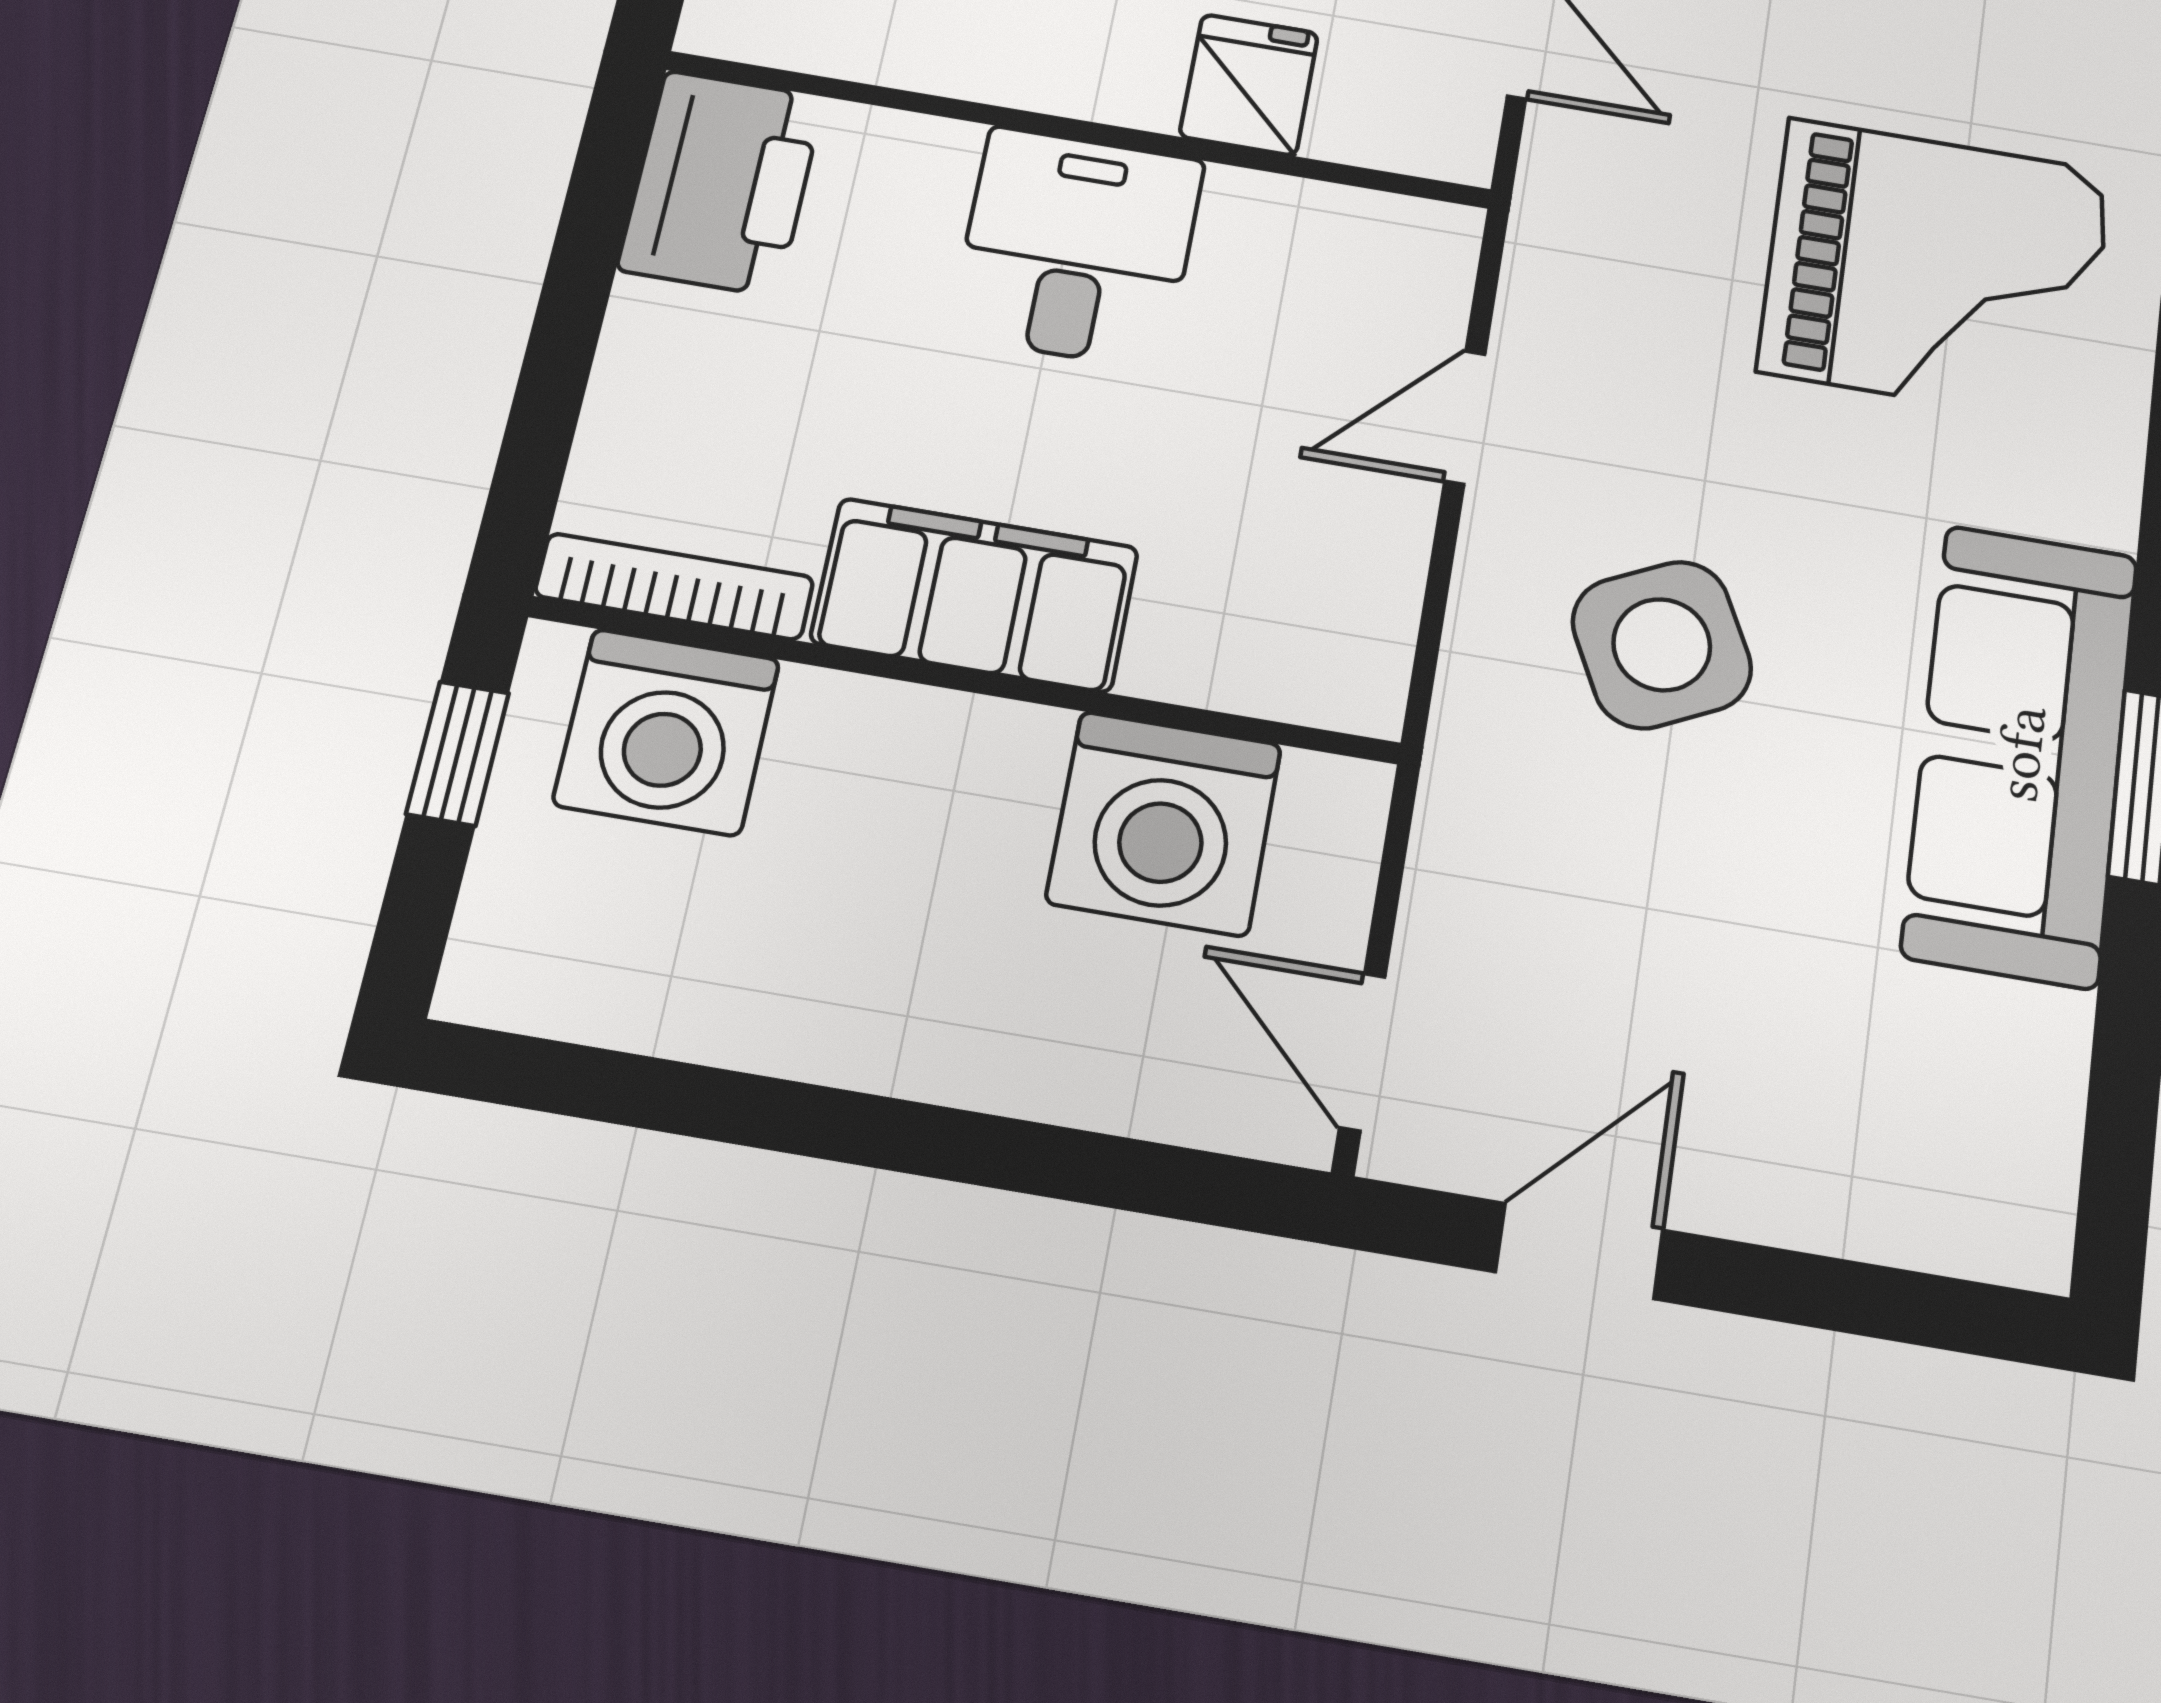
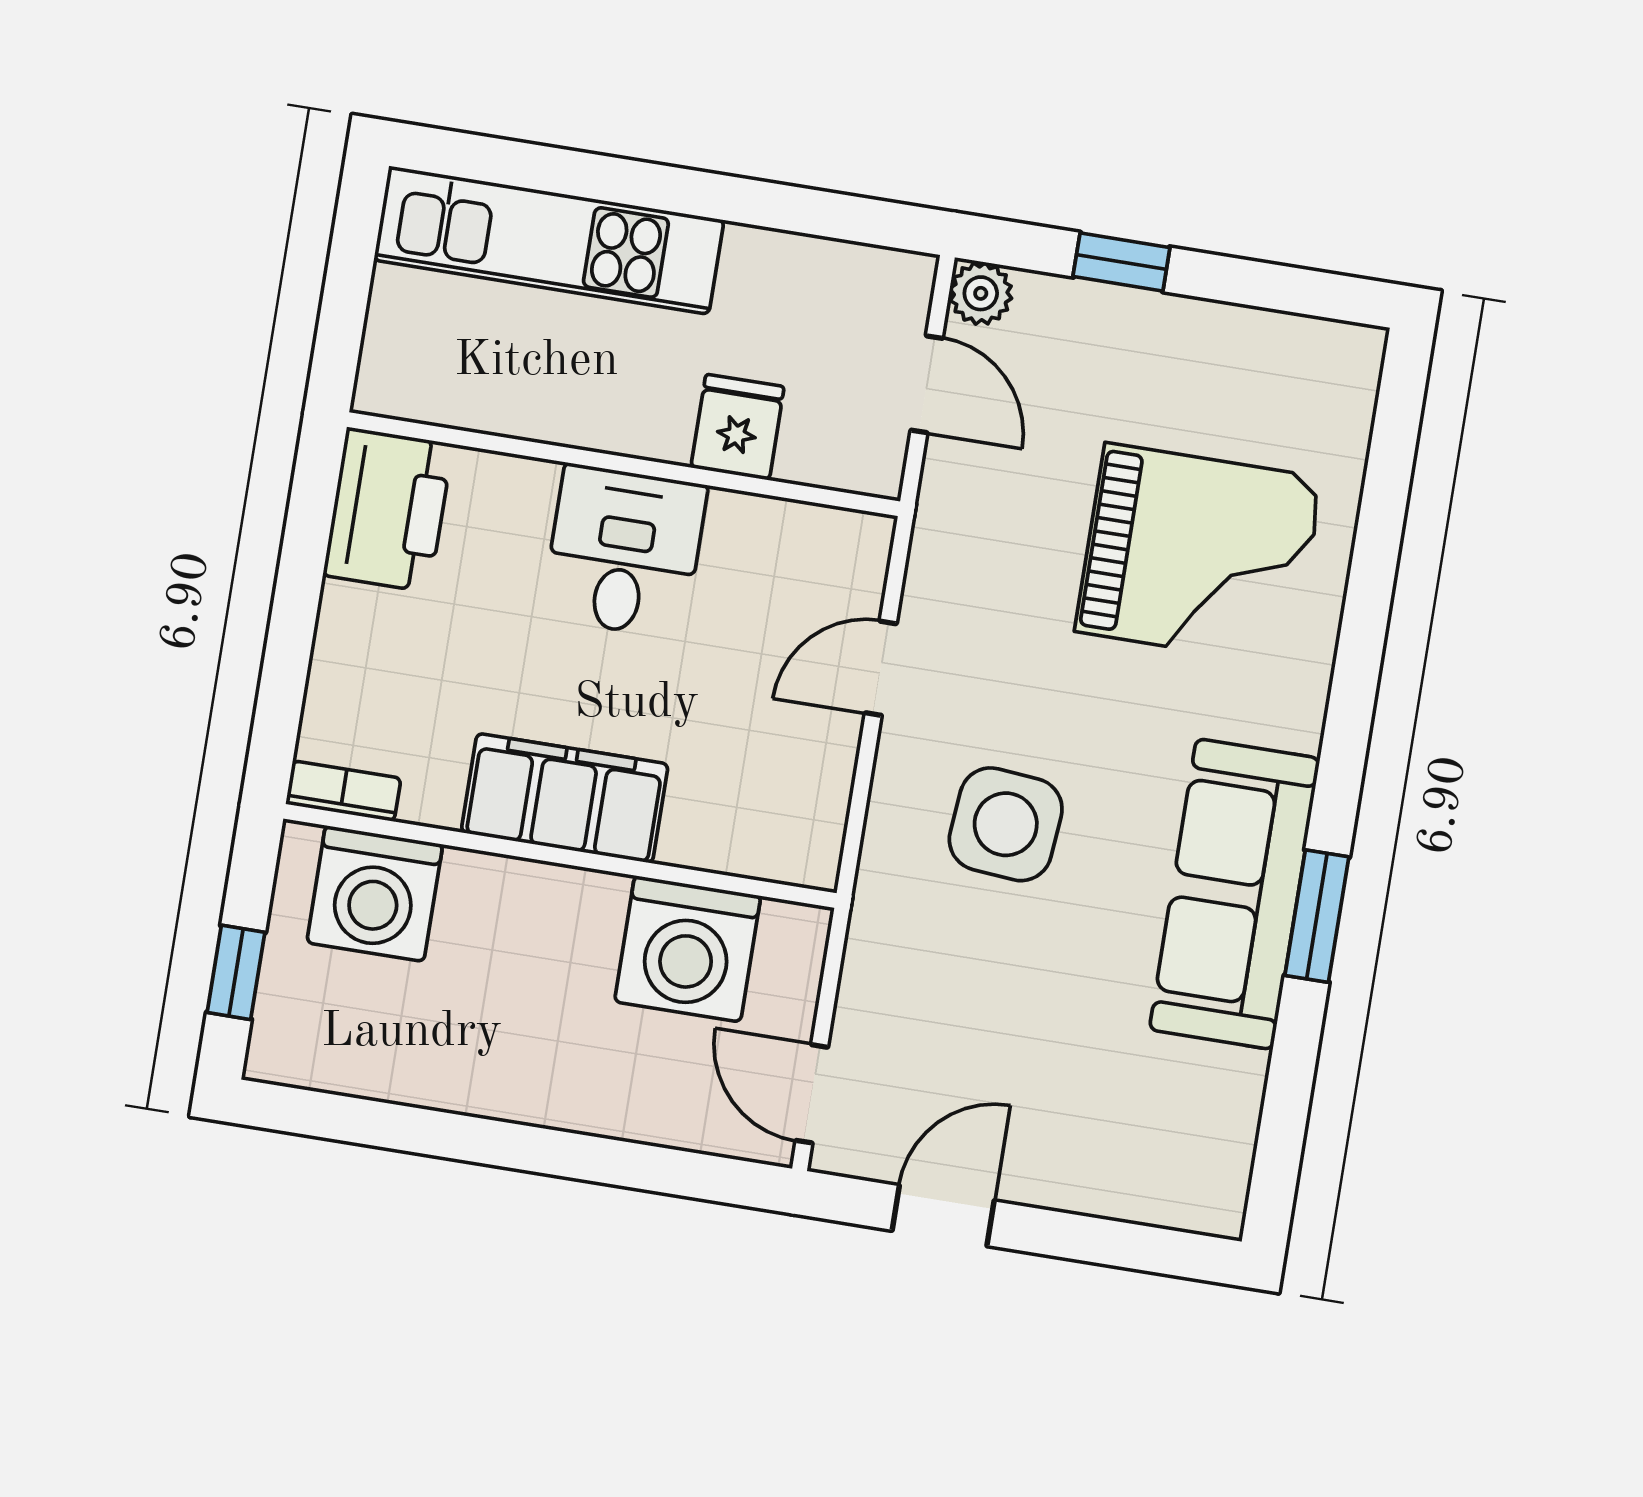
bookcase: (674, 587) -> (343, 791), width x0.64
side table: (1662, 645) -> (1006, 824), turned 31
window: (458, 753) -> (236, 972), moved

